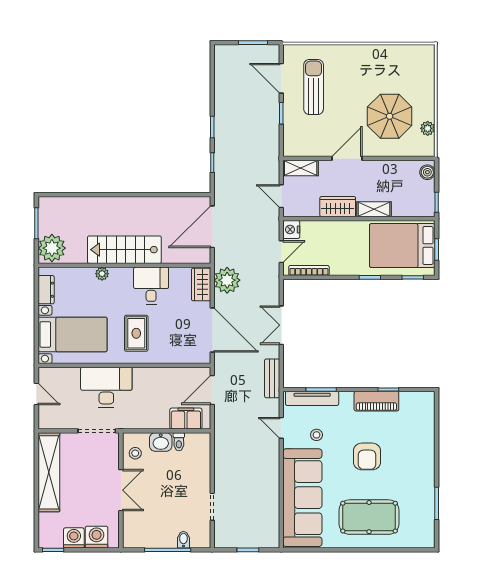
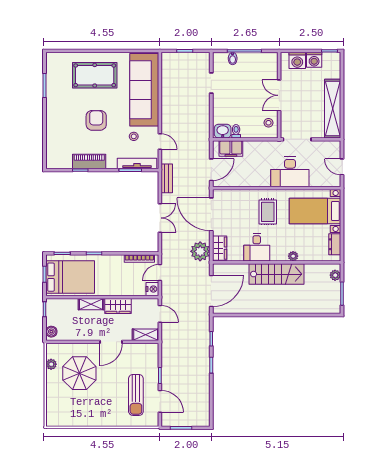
plant: (52, 248) -> (335, 275), width x0.53, depth x0.53
washbasin: (161, 442) -> (223, 131), moved

